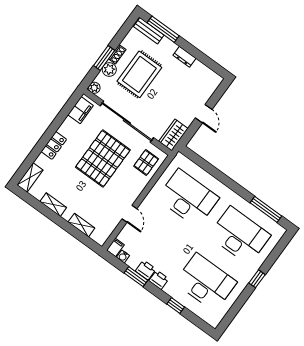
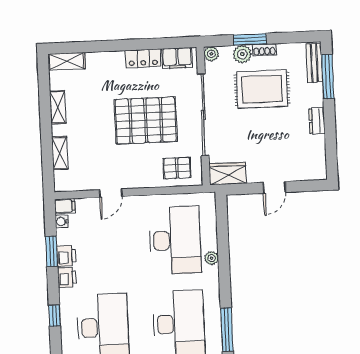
locker: (54, 145) -> (143, 58), moved
plant: (216, 185) -> (212, 258), added

